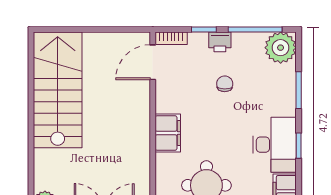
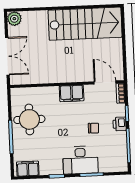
plant: (281, 48) -> (118, 162), removed
filing cabinet: (168, 133) -> (72, 93), moved
desk: (275, 145) -> (80, 160), moved

